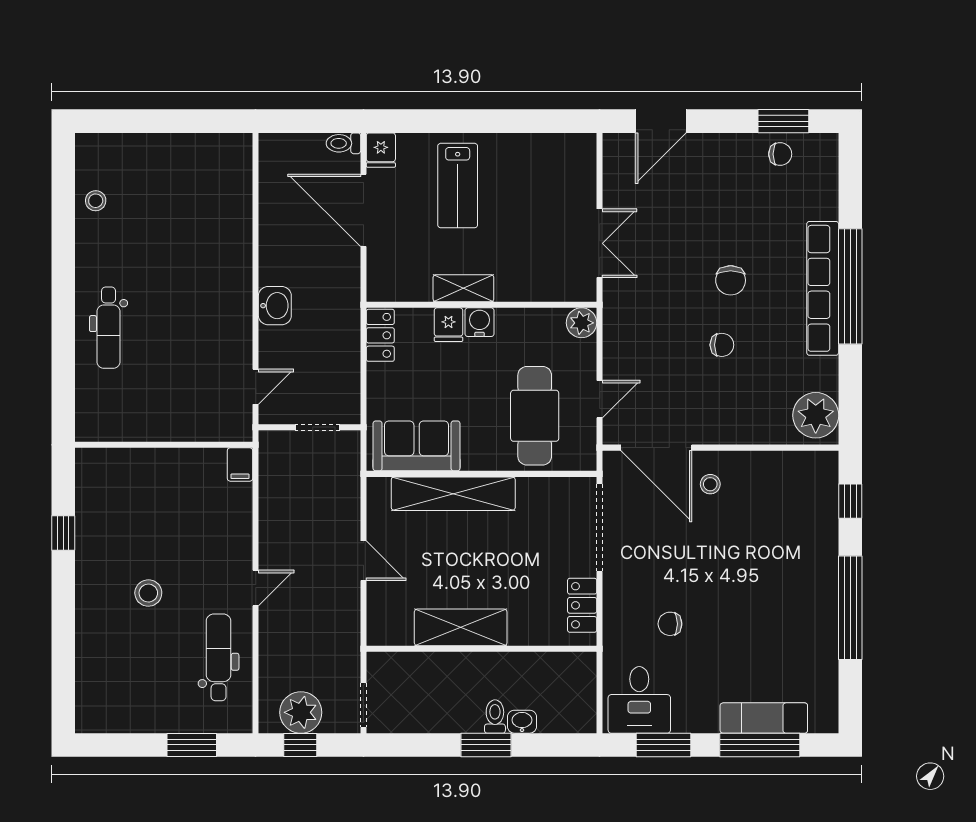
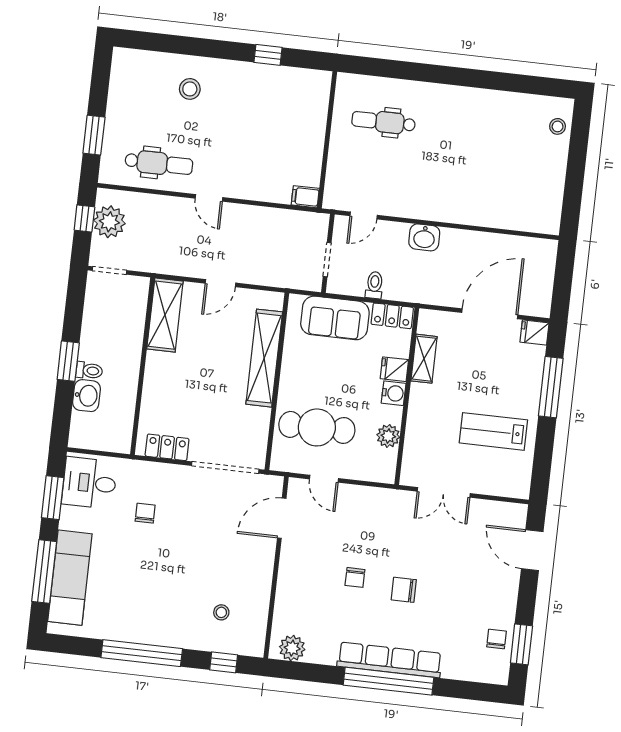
window: (449, 121) -> (551, 387), added
toilet: (343, 143) -> (374, 285), moved
chair: (780, 154) -> (497, 639), turned 180
lab bench: (458, 186) -> (493, 431), moved
stool: (96, 201) -> (558, 126), moved
shelving: (463, 288) -> (424, 359), moved
plant: (582, 323) -> (388, 436), moved
dental chair: (109, 328) -> (384, 122), moved
door: (256, 387) -> (364, 215), hinge flipped
plant: (816, 415) -> (292, 648), width x0.73, depth x0.73
sofa: (417, 446) -> (335, 318), moved, turned 90
door: (656, 448) -> (282, 518), width x0.73
stool: (710, 484) -> (221, 612), moved
stool: (148, 593) -> (190, 89), moved
shelving: (461, 627) -> (165, 315), moved
exam couch: (764, 718) -> (70, 578), width x1.36, depth x1.45
washbasin: (522, 722) -> (86, 396), width x1.38, depth x1.45

